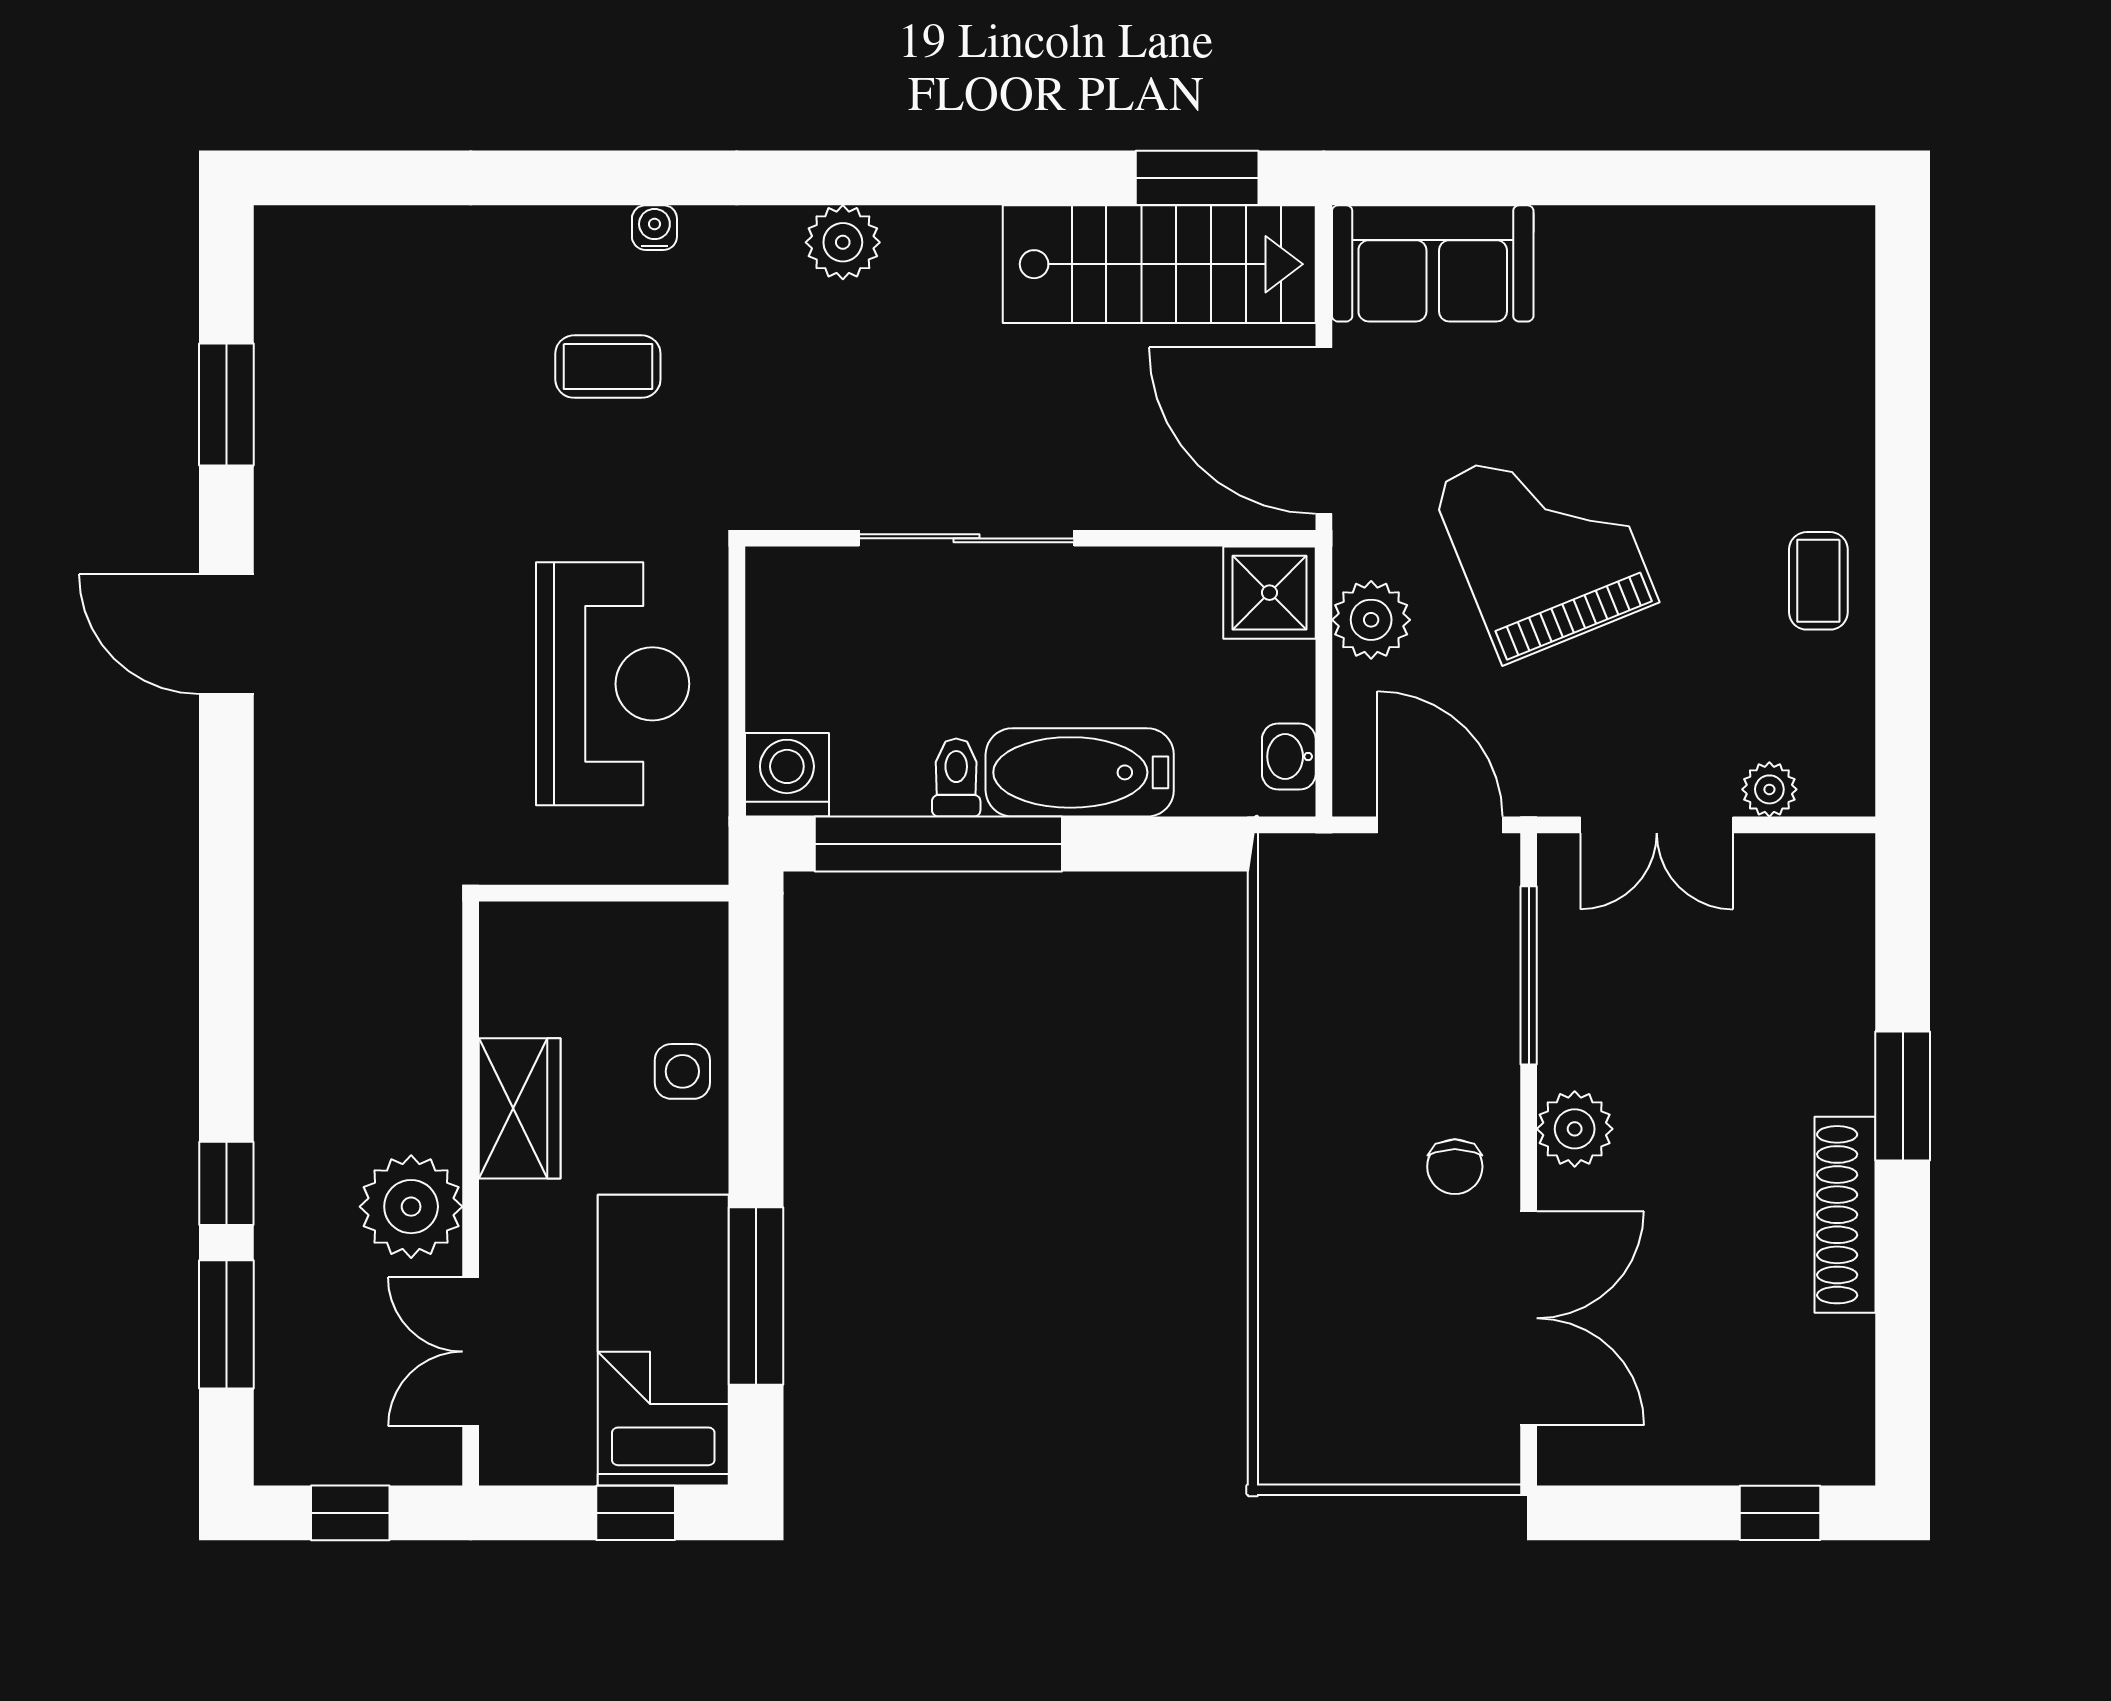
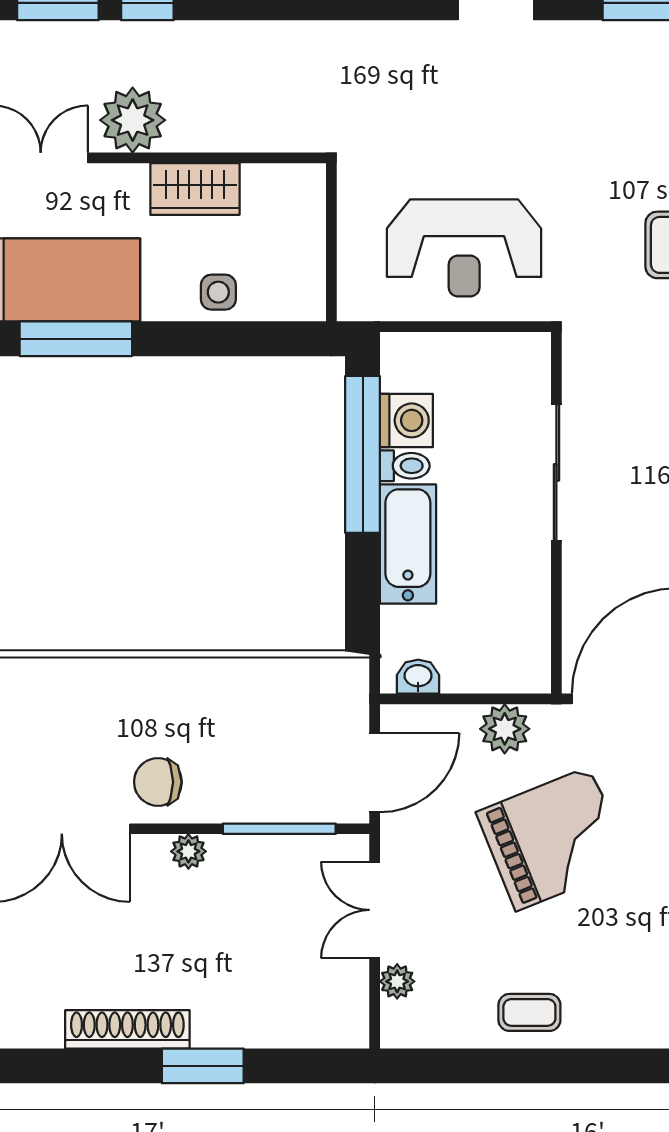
shower: (1269, 593) -> (522, 664), removed
washing machine: (787, 775) -> (406, 420), moved
plant: (1575, 1129) -> (188, 851), width x0.73, depth x0.73
chair: (1455, 1167) -> (158, 782), width x1.37, depth x1.37

